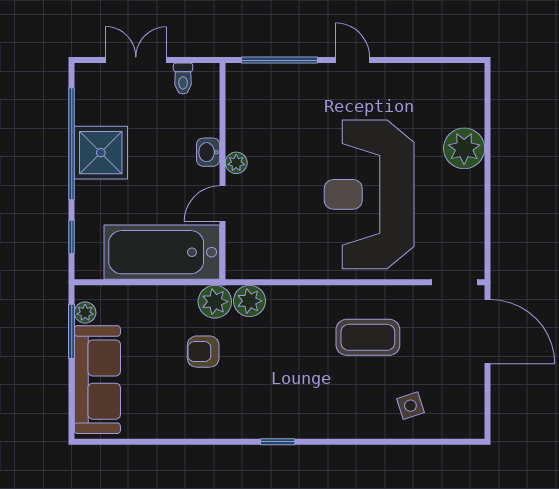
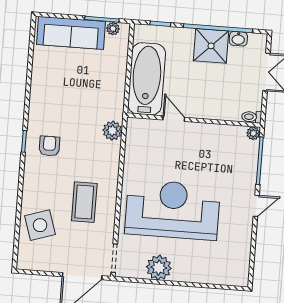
toilet: (183, 79) -> (252, 117), moved
plant: (464, 148) -> (159, 268), moved
washbasin: (208, 152) -> (238, 39), moved, turned 180
plant: (236, 163) -> (253, 133), moved
plant: (215, 302) -> (114, 109), removed
armchair: (203, 352) -> (49, 146), moved
side table: (410, 406) -> (40, 225), width x1.87, depth x1.87

